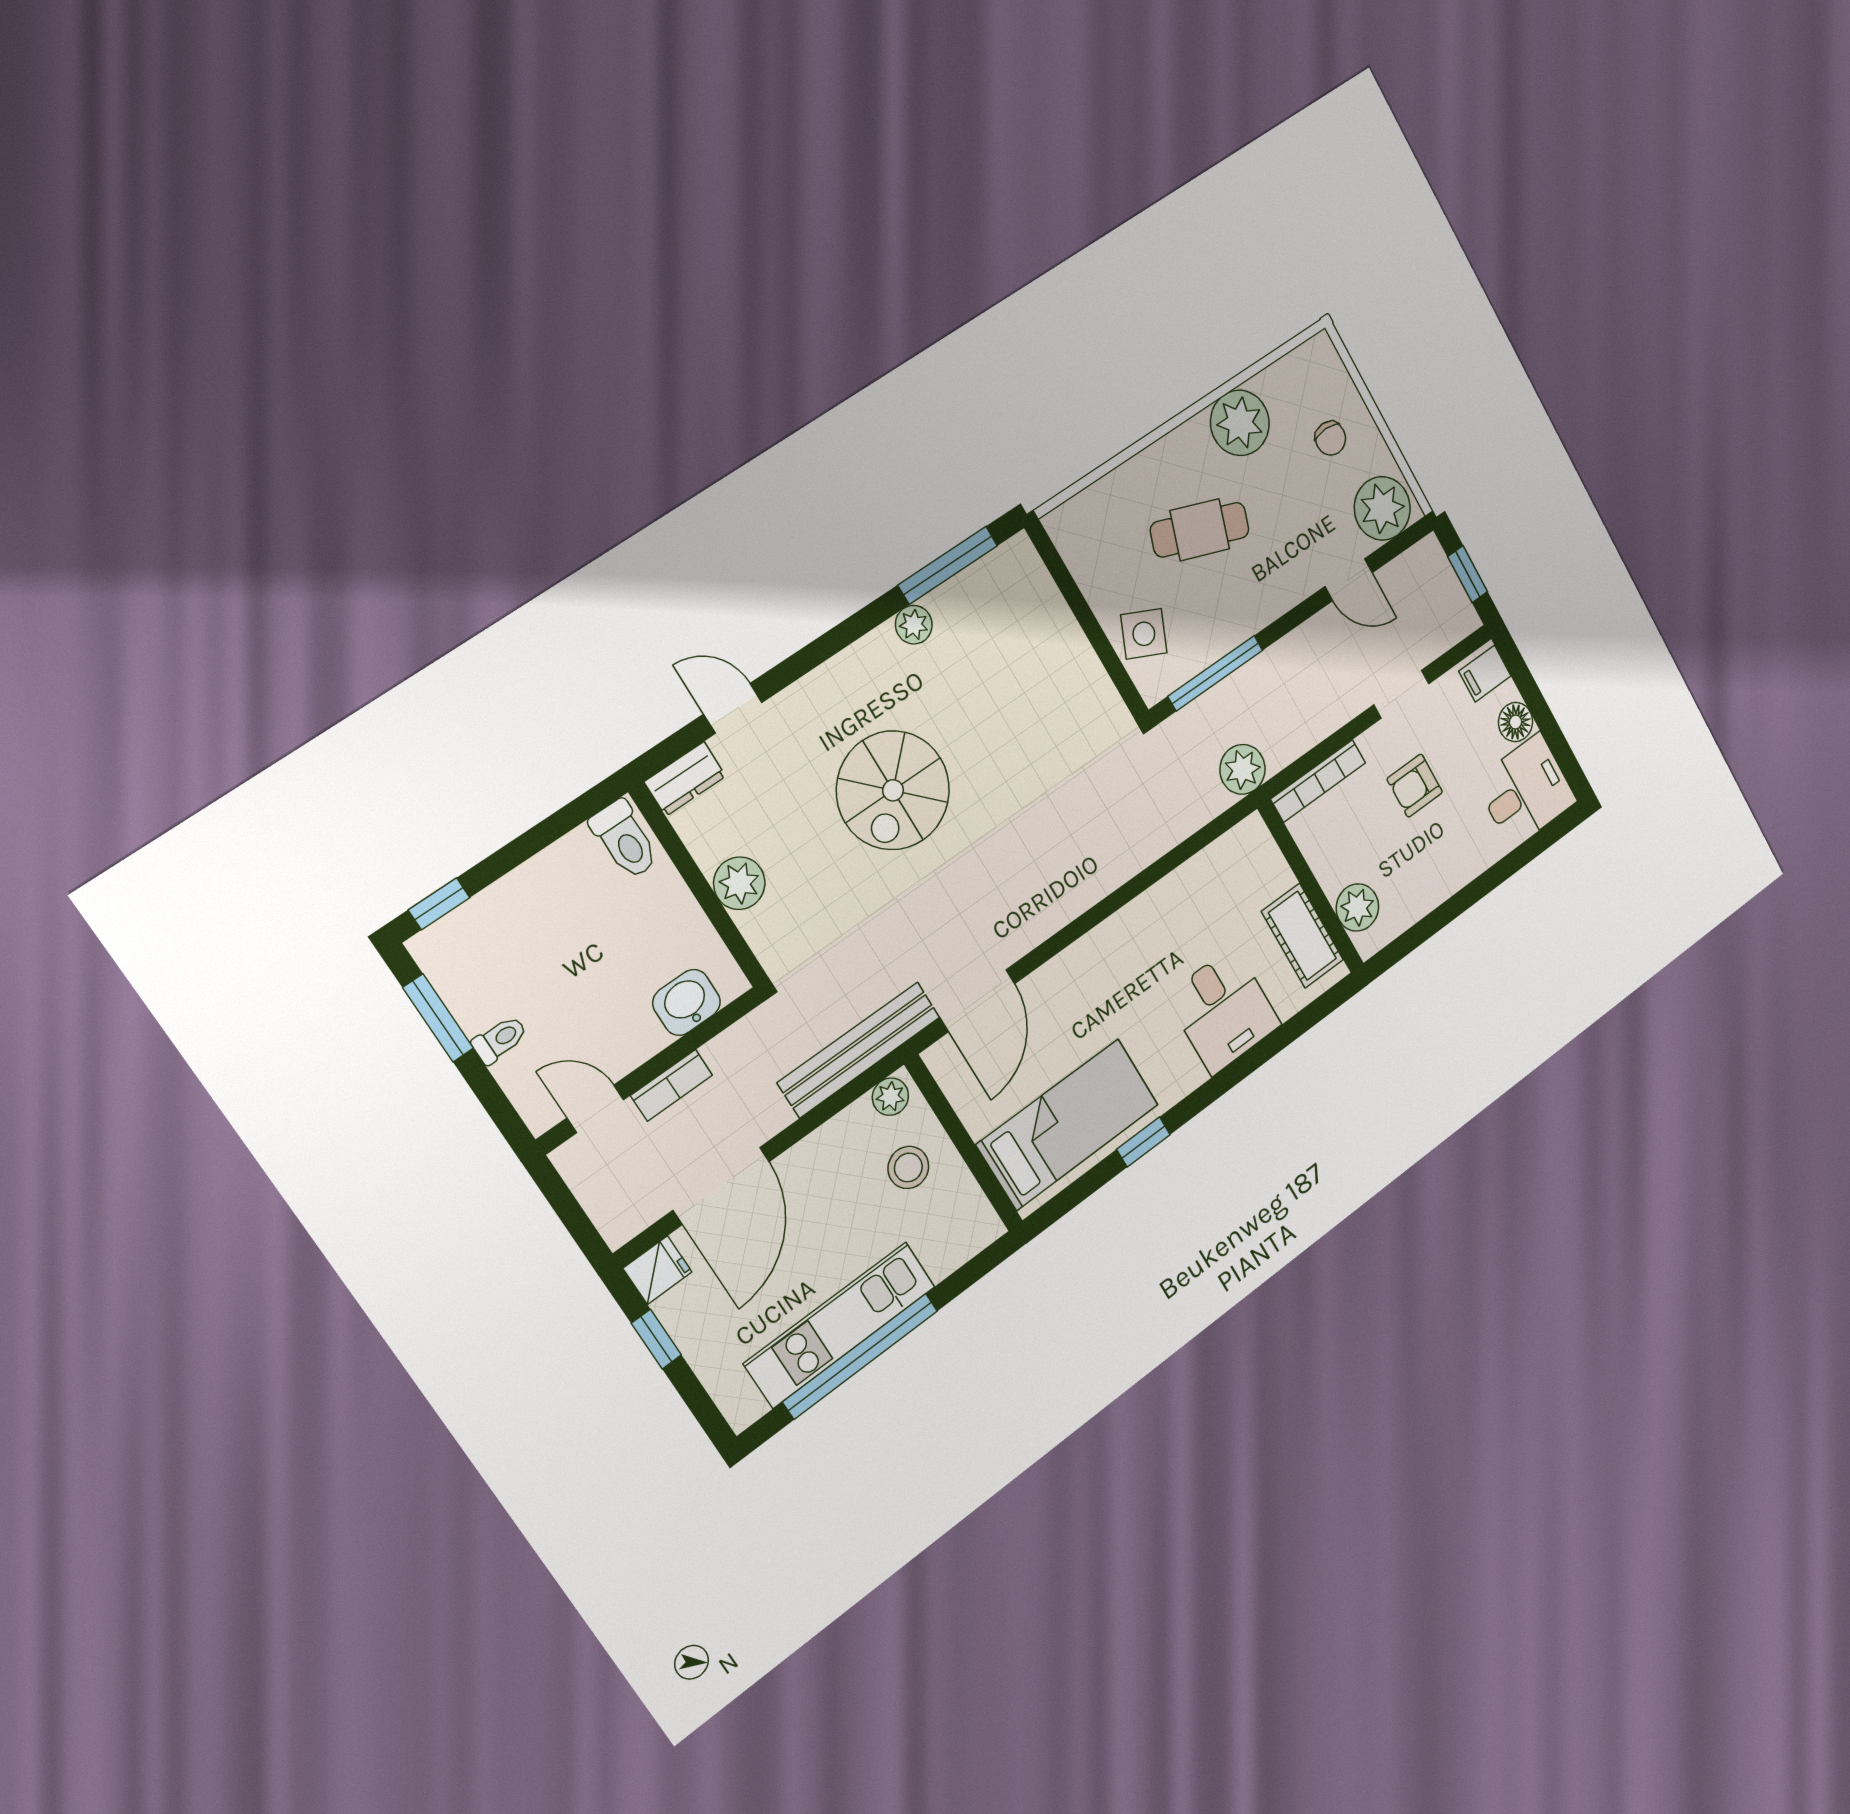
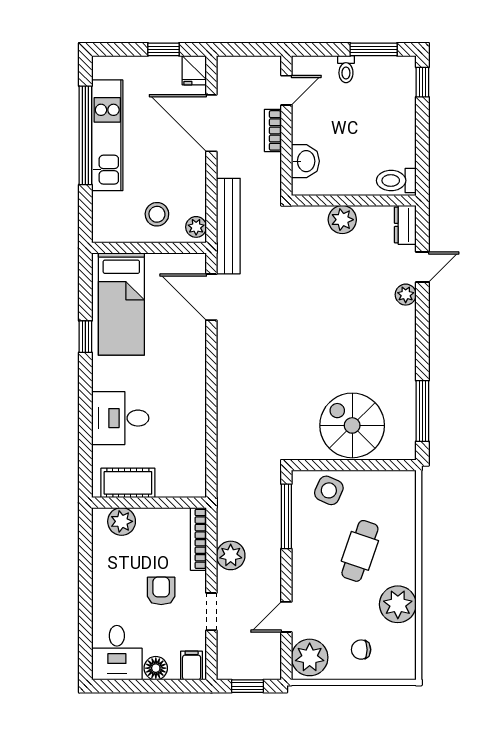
plant: (914, 625) -> (406, 295), moved
plant: (1242, 769) -> (231, 555), moved
spiral stairs: (893, 790) -> (352, 425), moved

